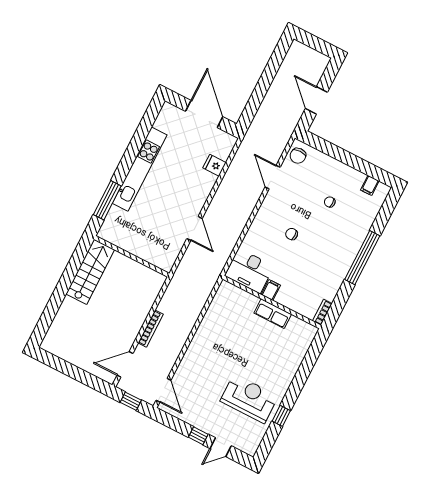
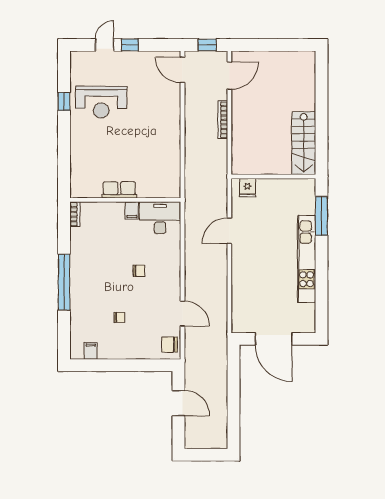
chair: (298, 156) -> (170, 345), turned -90
fridge: (215, 165) -> (247, 188), moved, turned 90
door: (195, 228) -> (229, 231), hinge flipped

